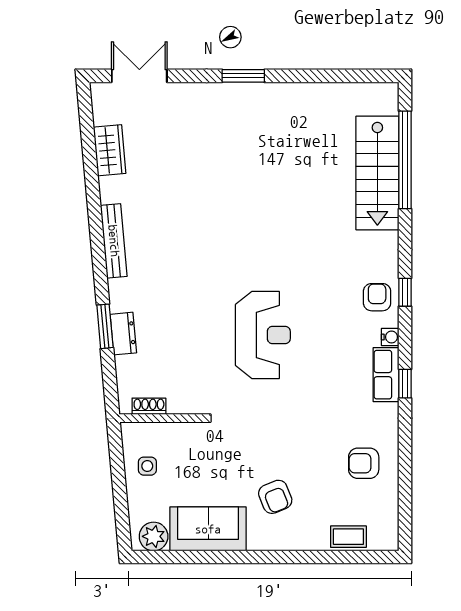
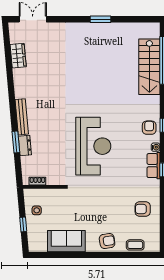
window: (243, 76) -> (100, 19), moved
bench: (114, 241) -> (22, 117), moved
reception desk: (263, 335) -> (93, 146), width x1.36, depth x1.30
window: (120, 495) -> (23, 224), added
armchair: (275, 497) -> (107, 241), moved, turned -77
plant: (154, 536) -> (40, 245), removed

